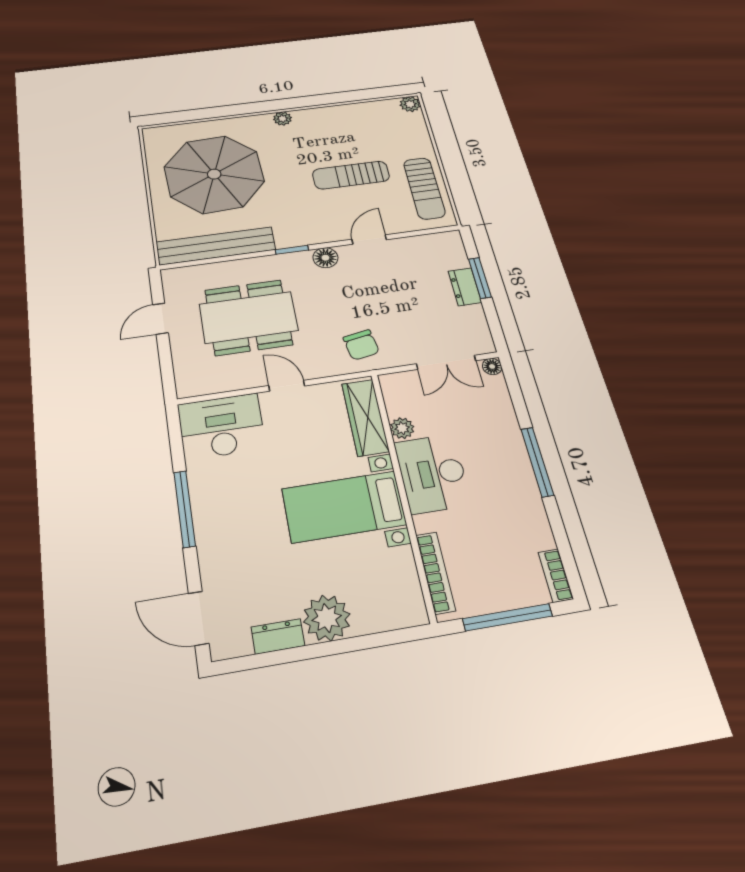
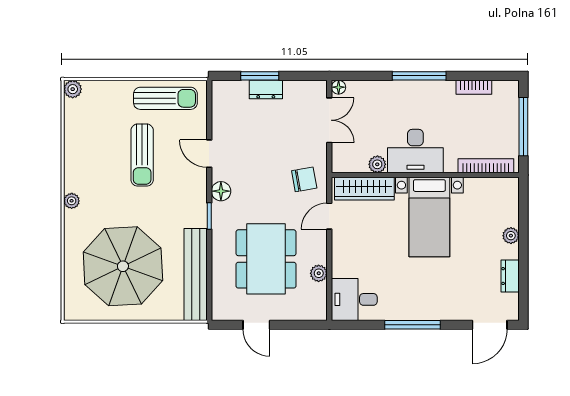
plant: (240, 380) -> (319, 273), added
door: (287, 386) -> (329, 216), moved
desk: (221, 426) -> (354, 299), width x0.73
bookcase: (556, 575) -> (474, 87), moved
plant: (327, 618) -> (511, 236), width x0.53, depth x0.53

